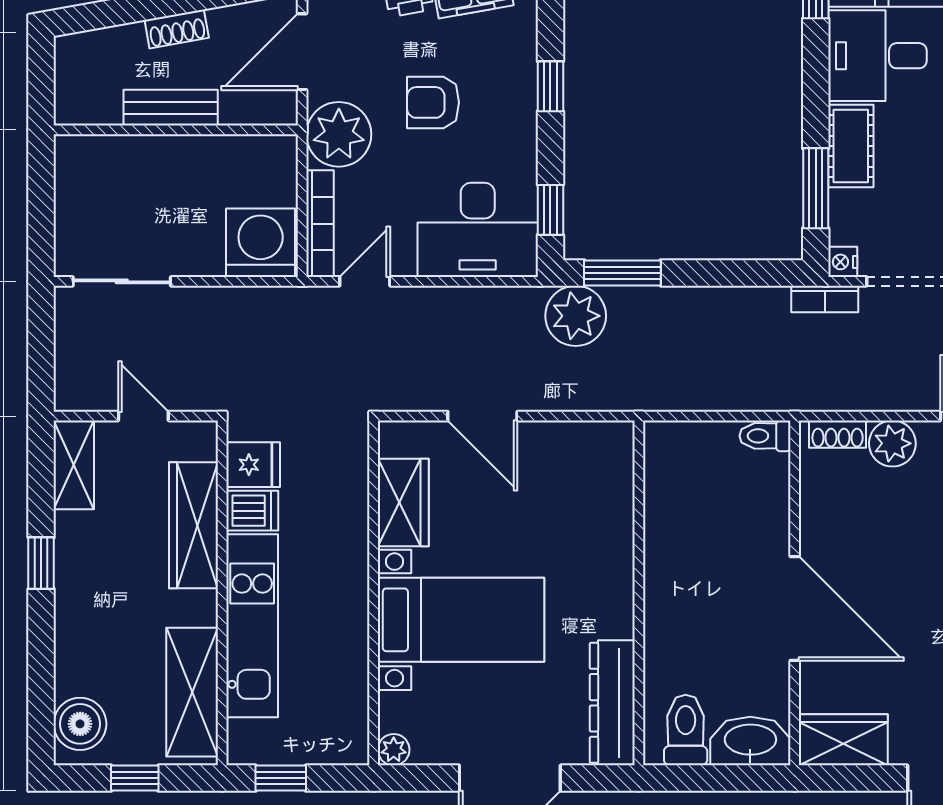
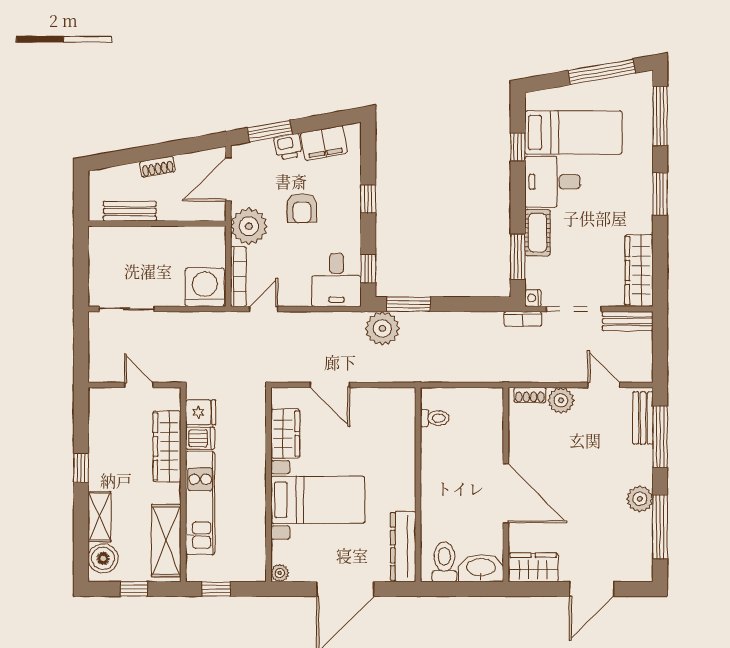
armchair: (433, 102) -> (302, 208), turned -90
bench: (171, 108) -> (130, 211), moved
desk: (478, 230) -> (336, 280), width x0.73
toilet: (765, 436) -> (435, 418), moved, turned 180
shelving: (74, 465) -> (100, 517), moved

